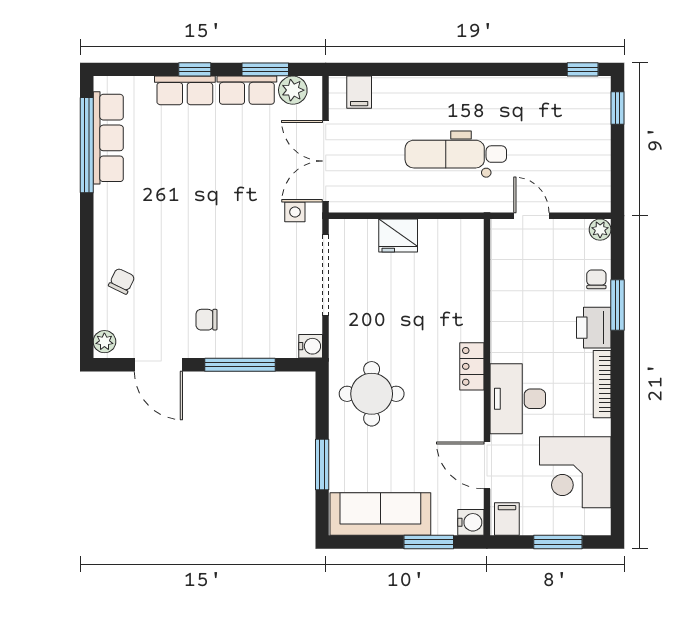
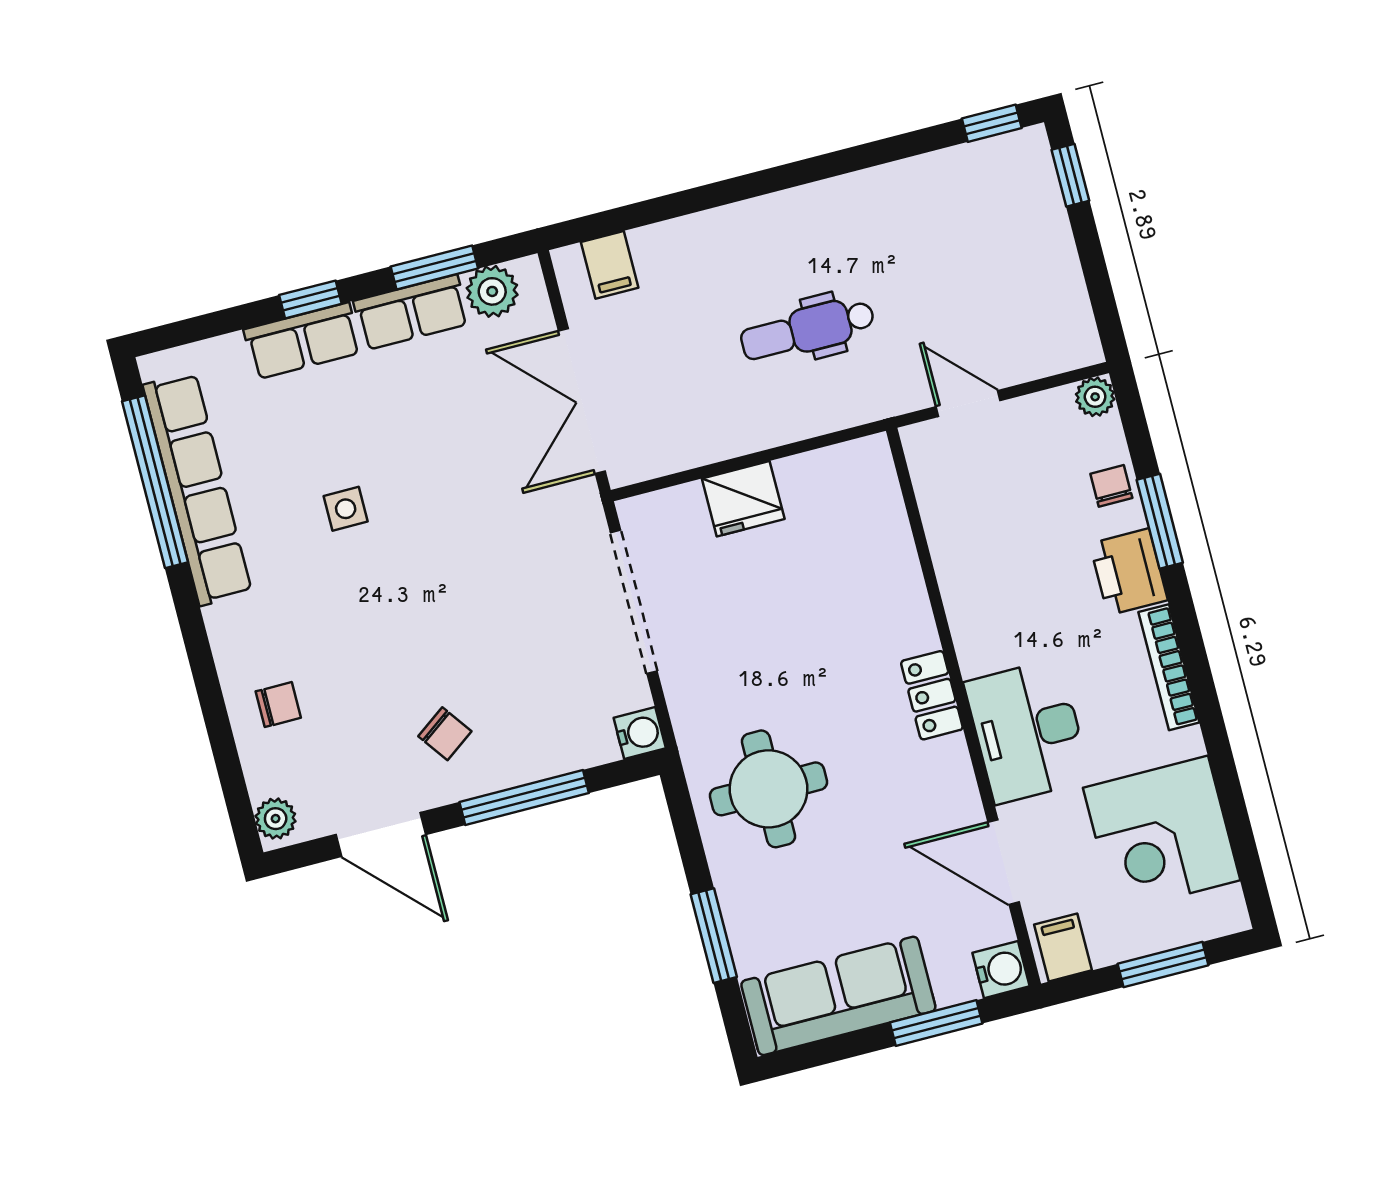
row of seats: (108, 138) -> (197, 489), width x1.36
dental chair: (456, 154) -> (808, 330), width x0.73, depth x0.72
side table: (295, 212) -> (346, 509), moved
chair: (122, 281) -> (278, 705), turned 64
chair: (207, 320) -> (445, 734), turned -126

